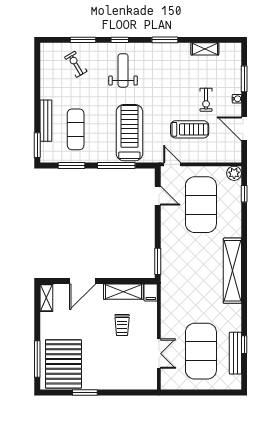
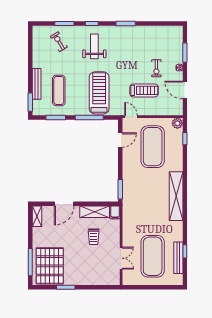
shelving: (205, 49) -> (156, 30), removed
door: (158, 196) -> (120, 140), hinge flipped

